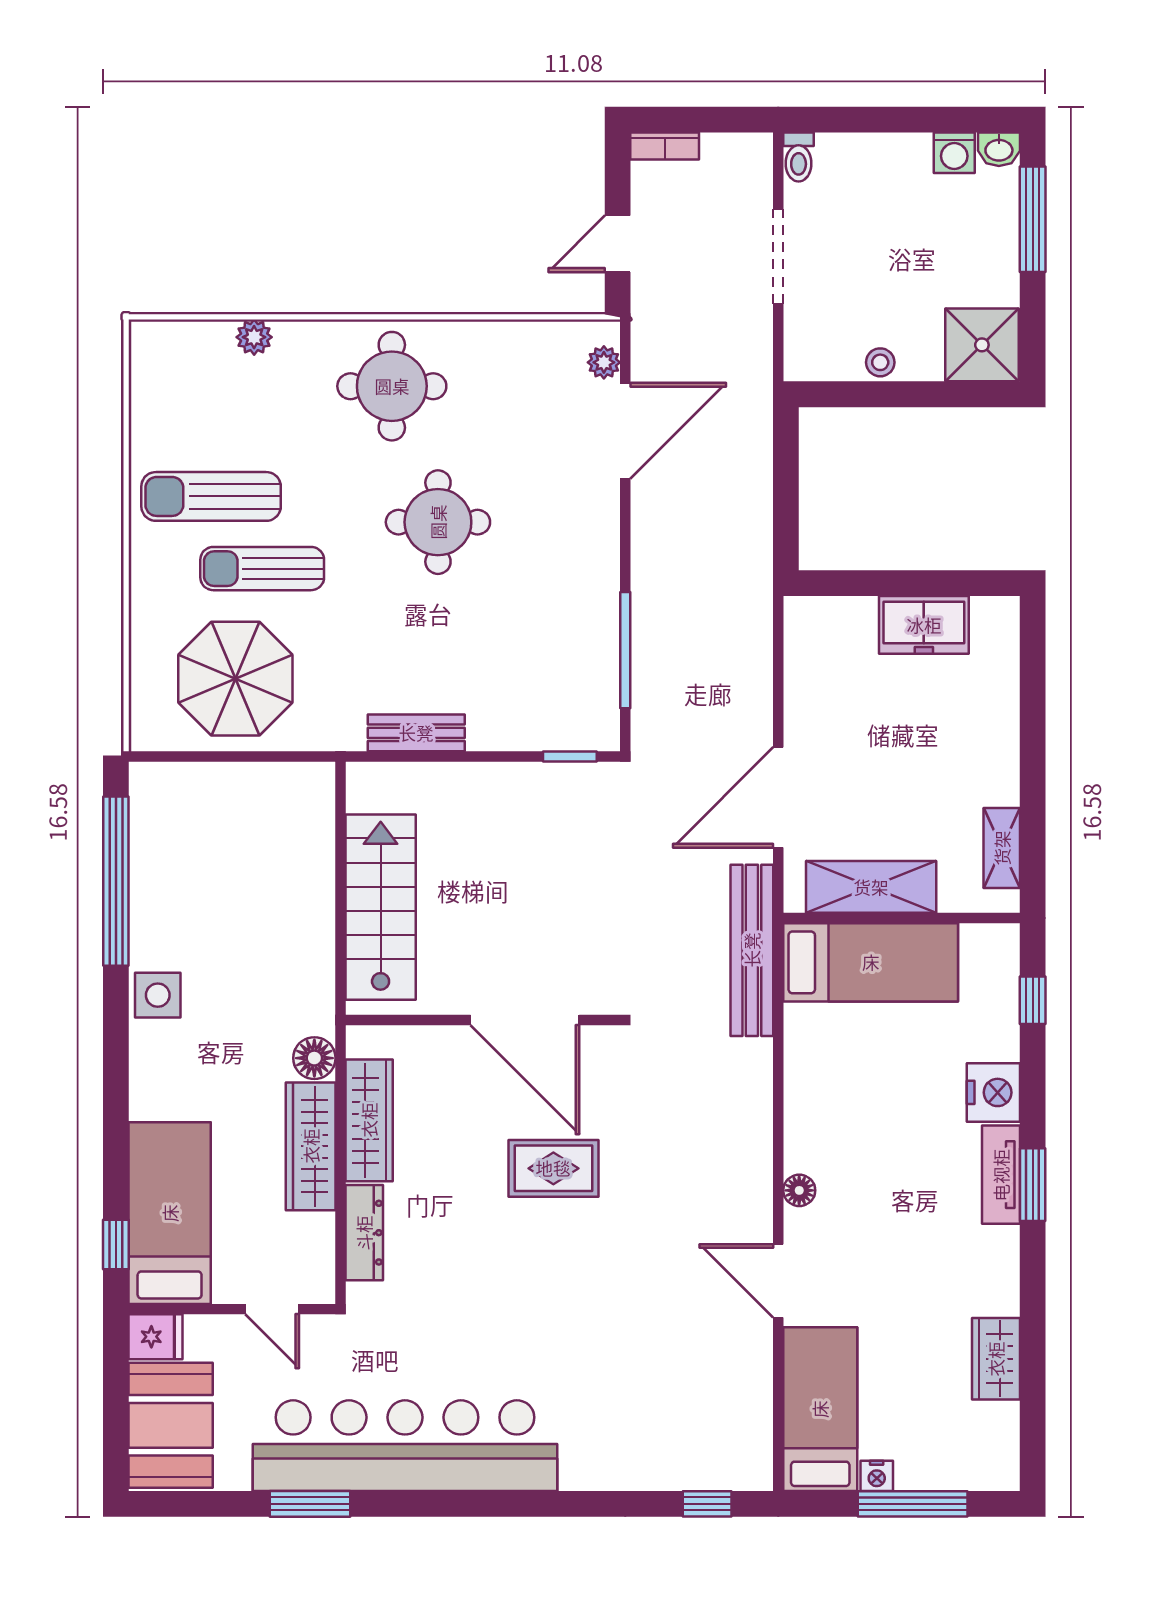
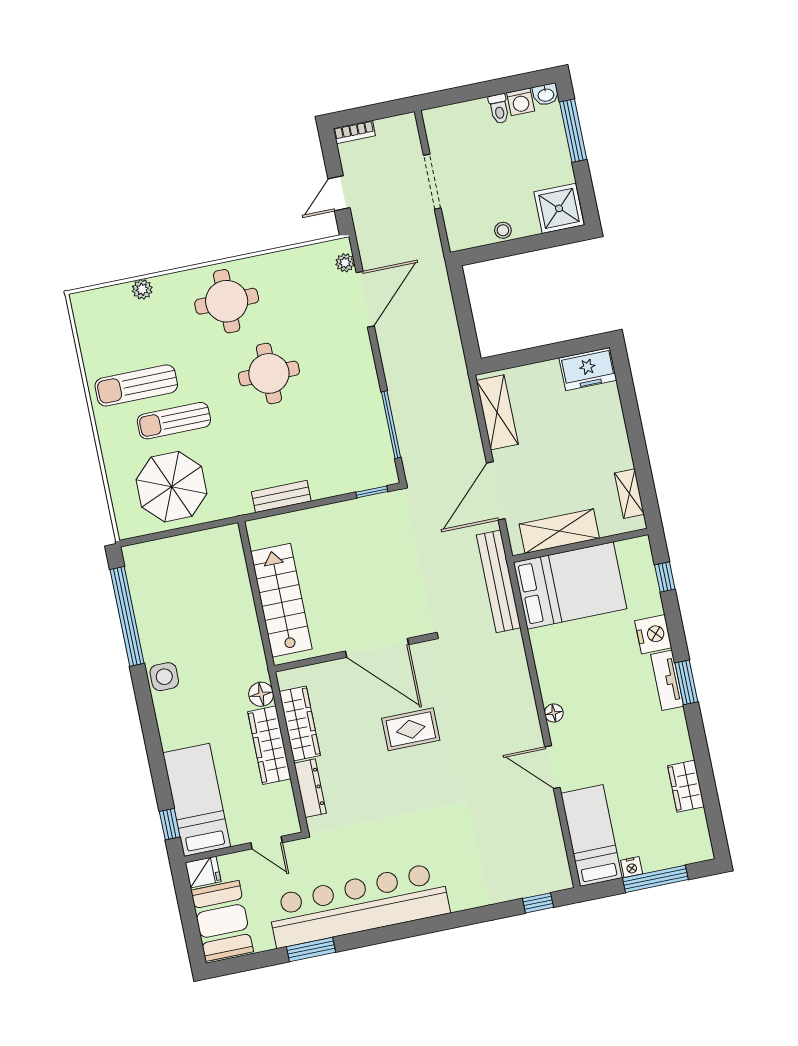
toilet: (799, 157) -> (499, 109), moved
freezer: (924, 625) -> (588, 369), moved
shelving: (808, 666) -> (497, 412), added
bed: (871, 962) -> (570, 586), width x1.50

